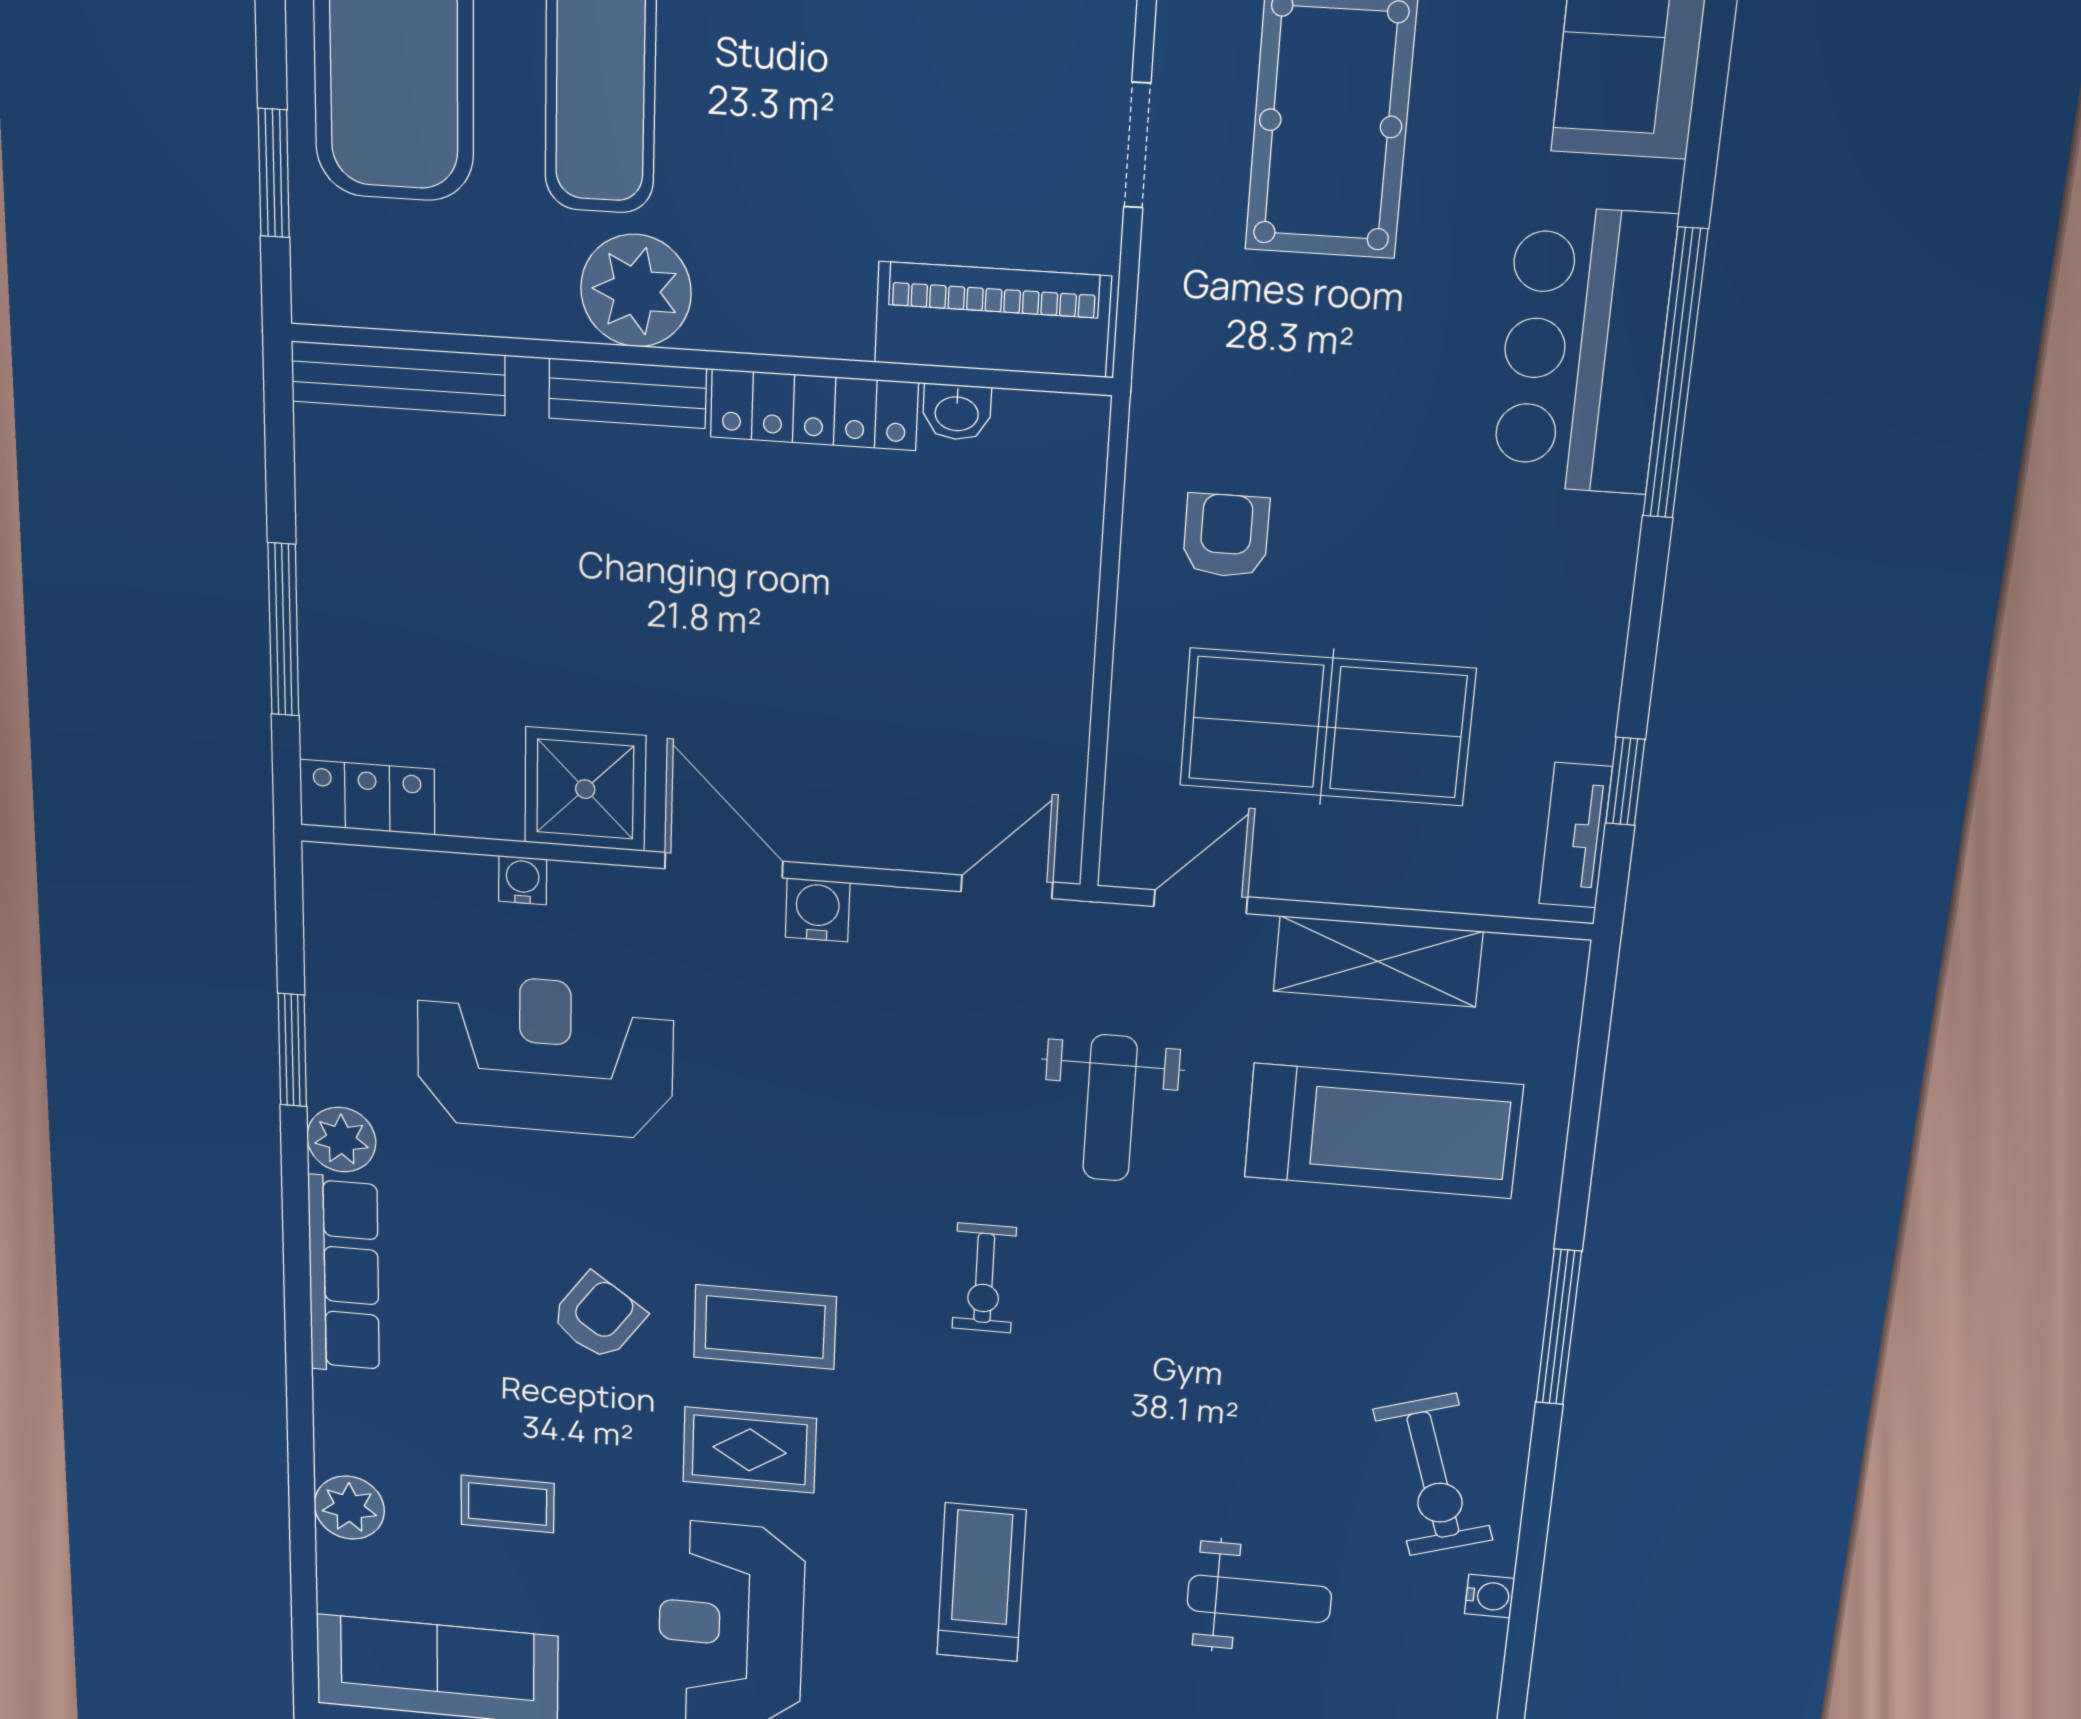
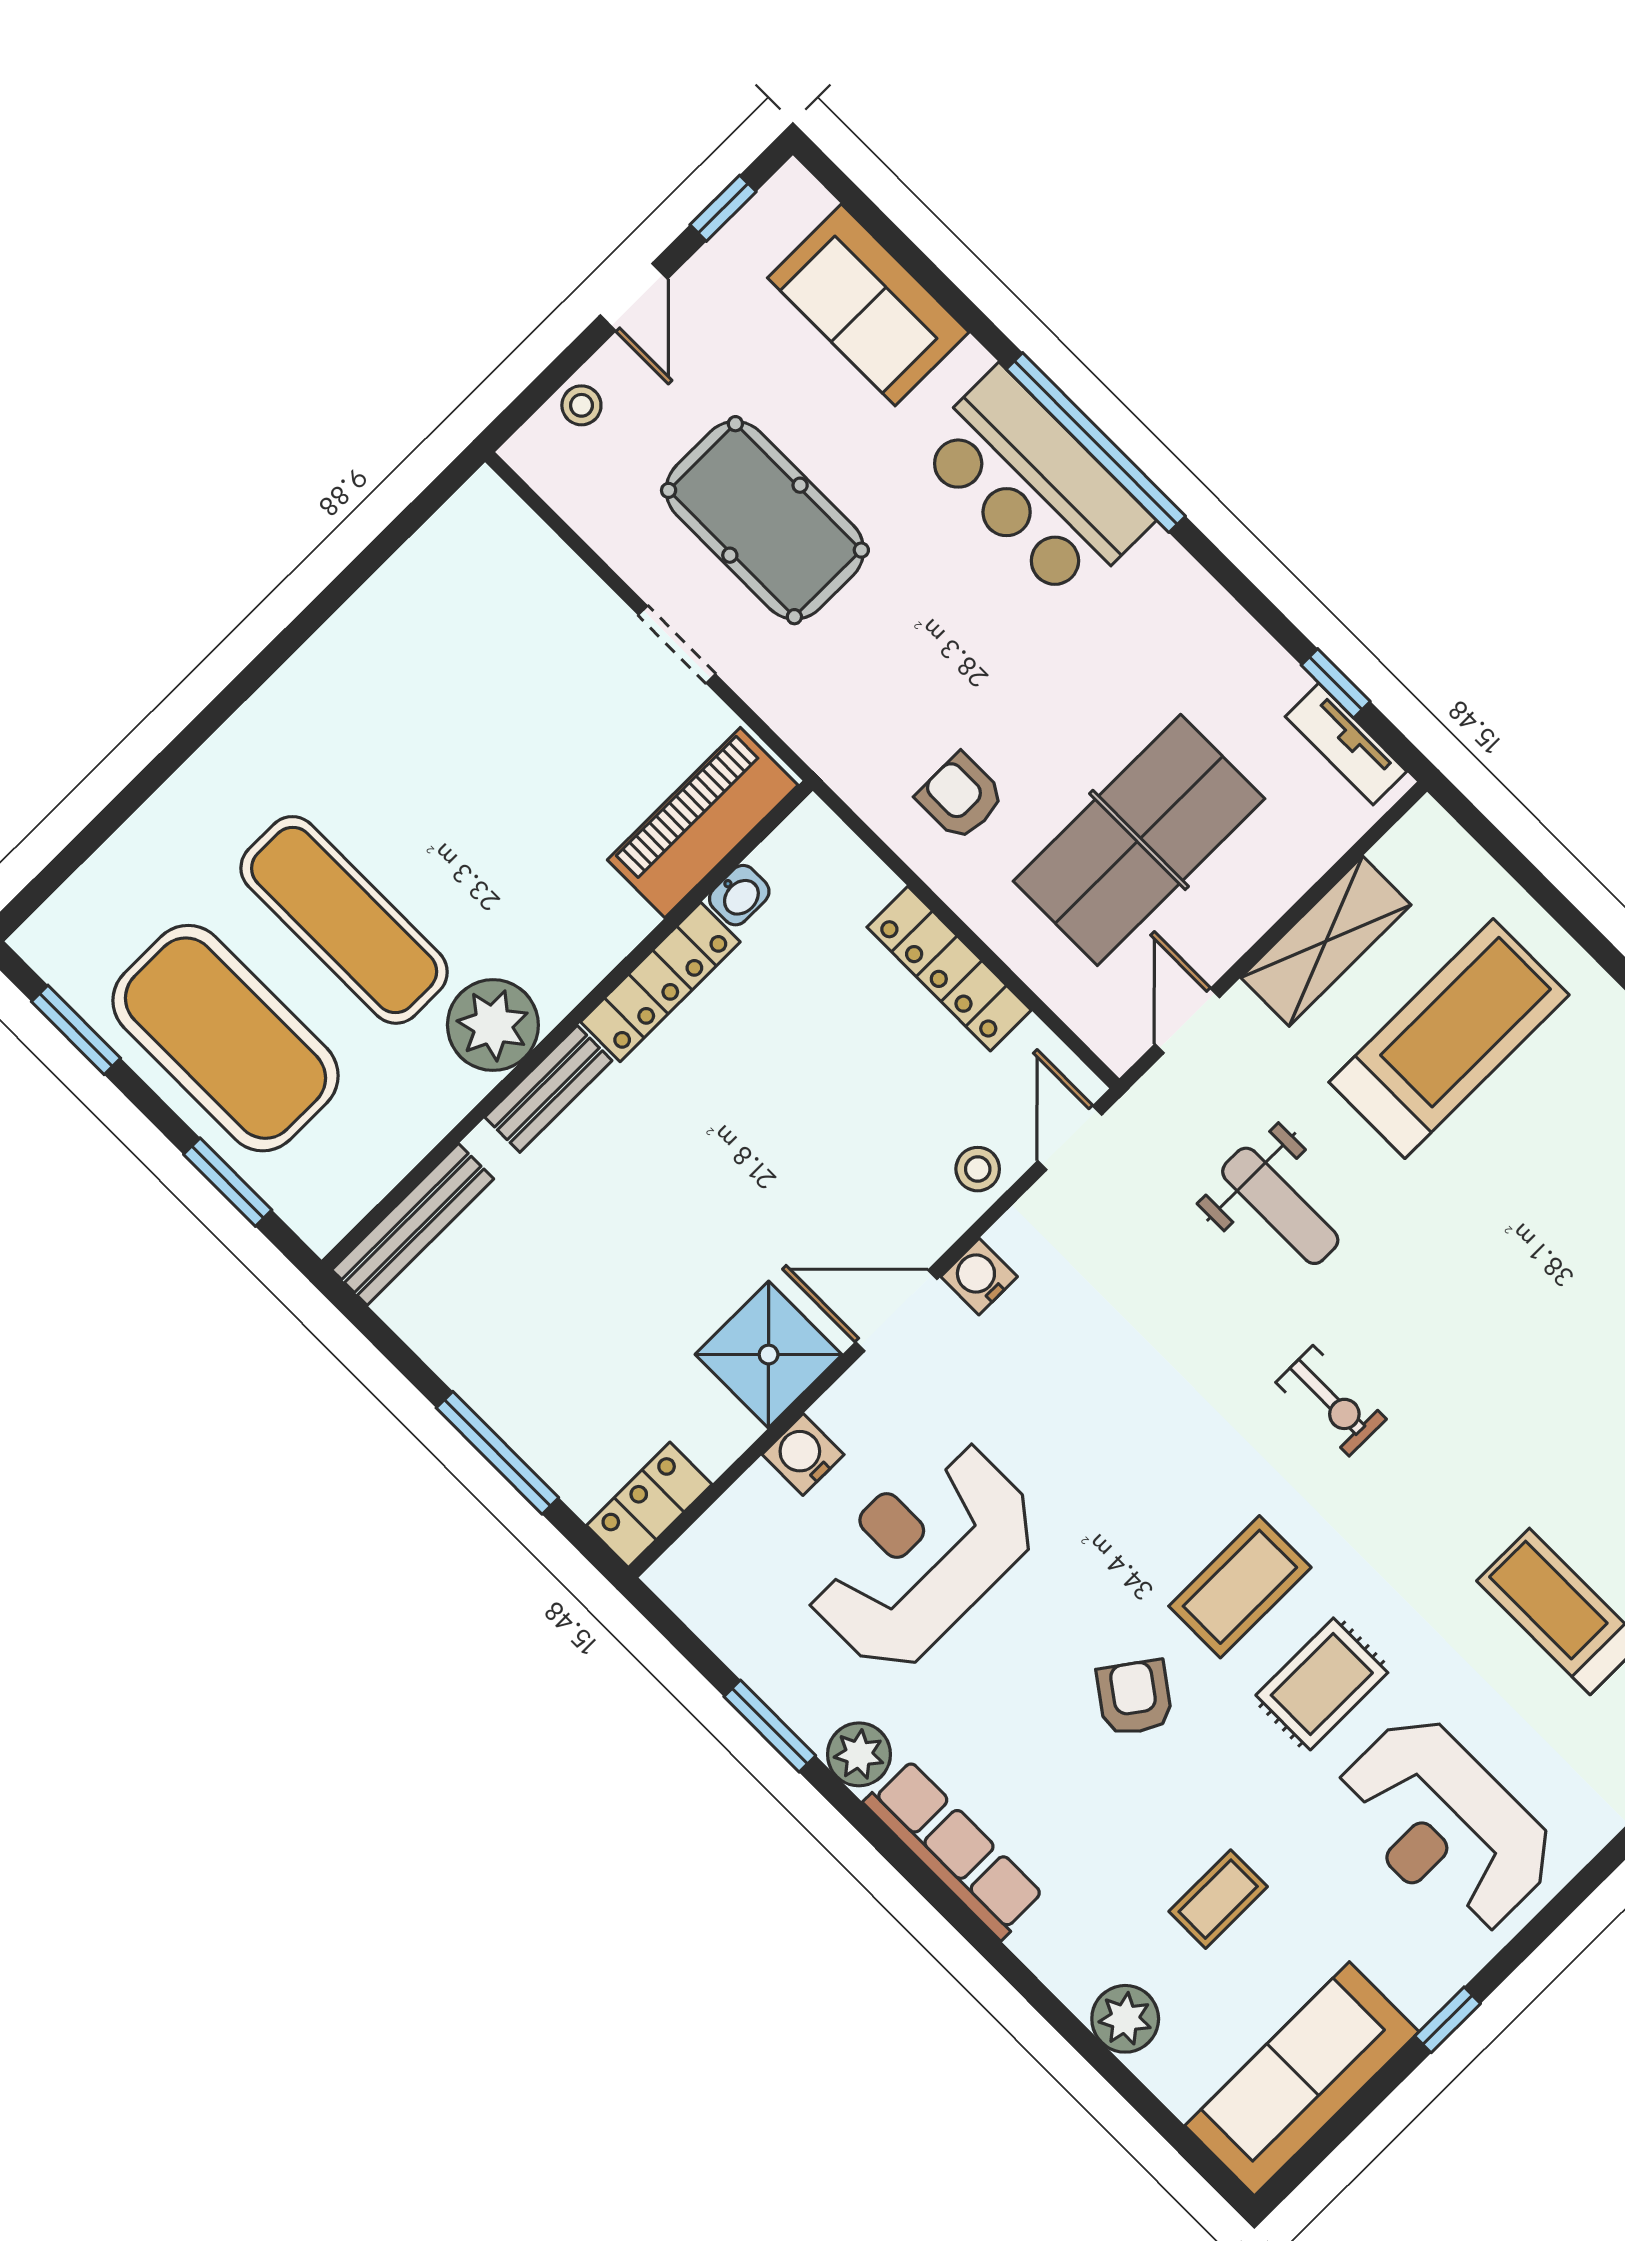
locker: (1060, 658) -> (949, 969), added
stool: (908, 832) -> (978, 1169), added
water cooler: (523, 880) -> (803, 1455), width x1.38, depth x1.38

